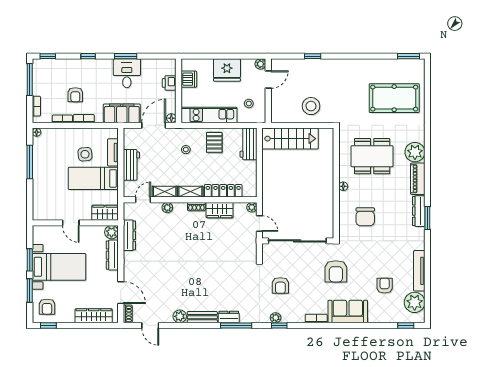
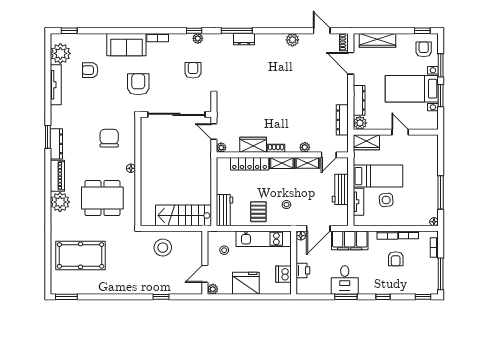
armchair: (75, 95) -> (396, 259), turned 180
armchair: (385, 286) -> (90, 70), turned 90
bench: (202, 317) -> (270, 39), removed

